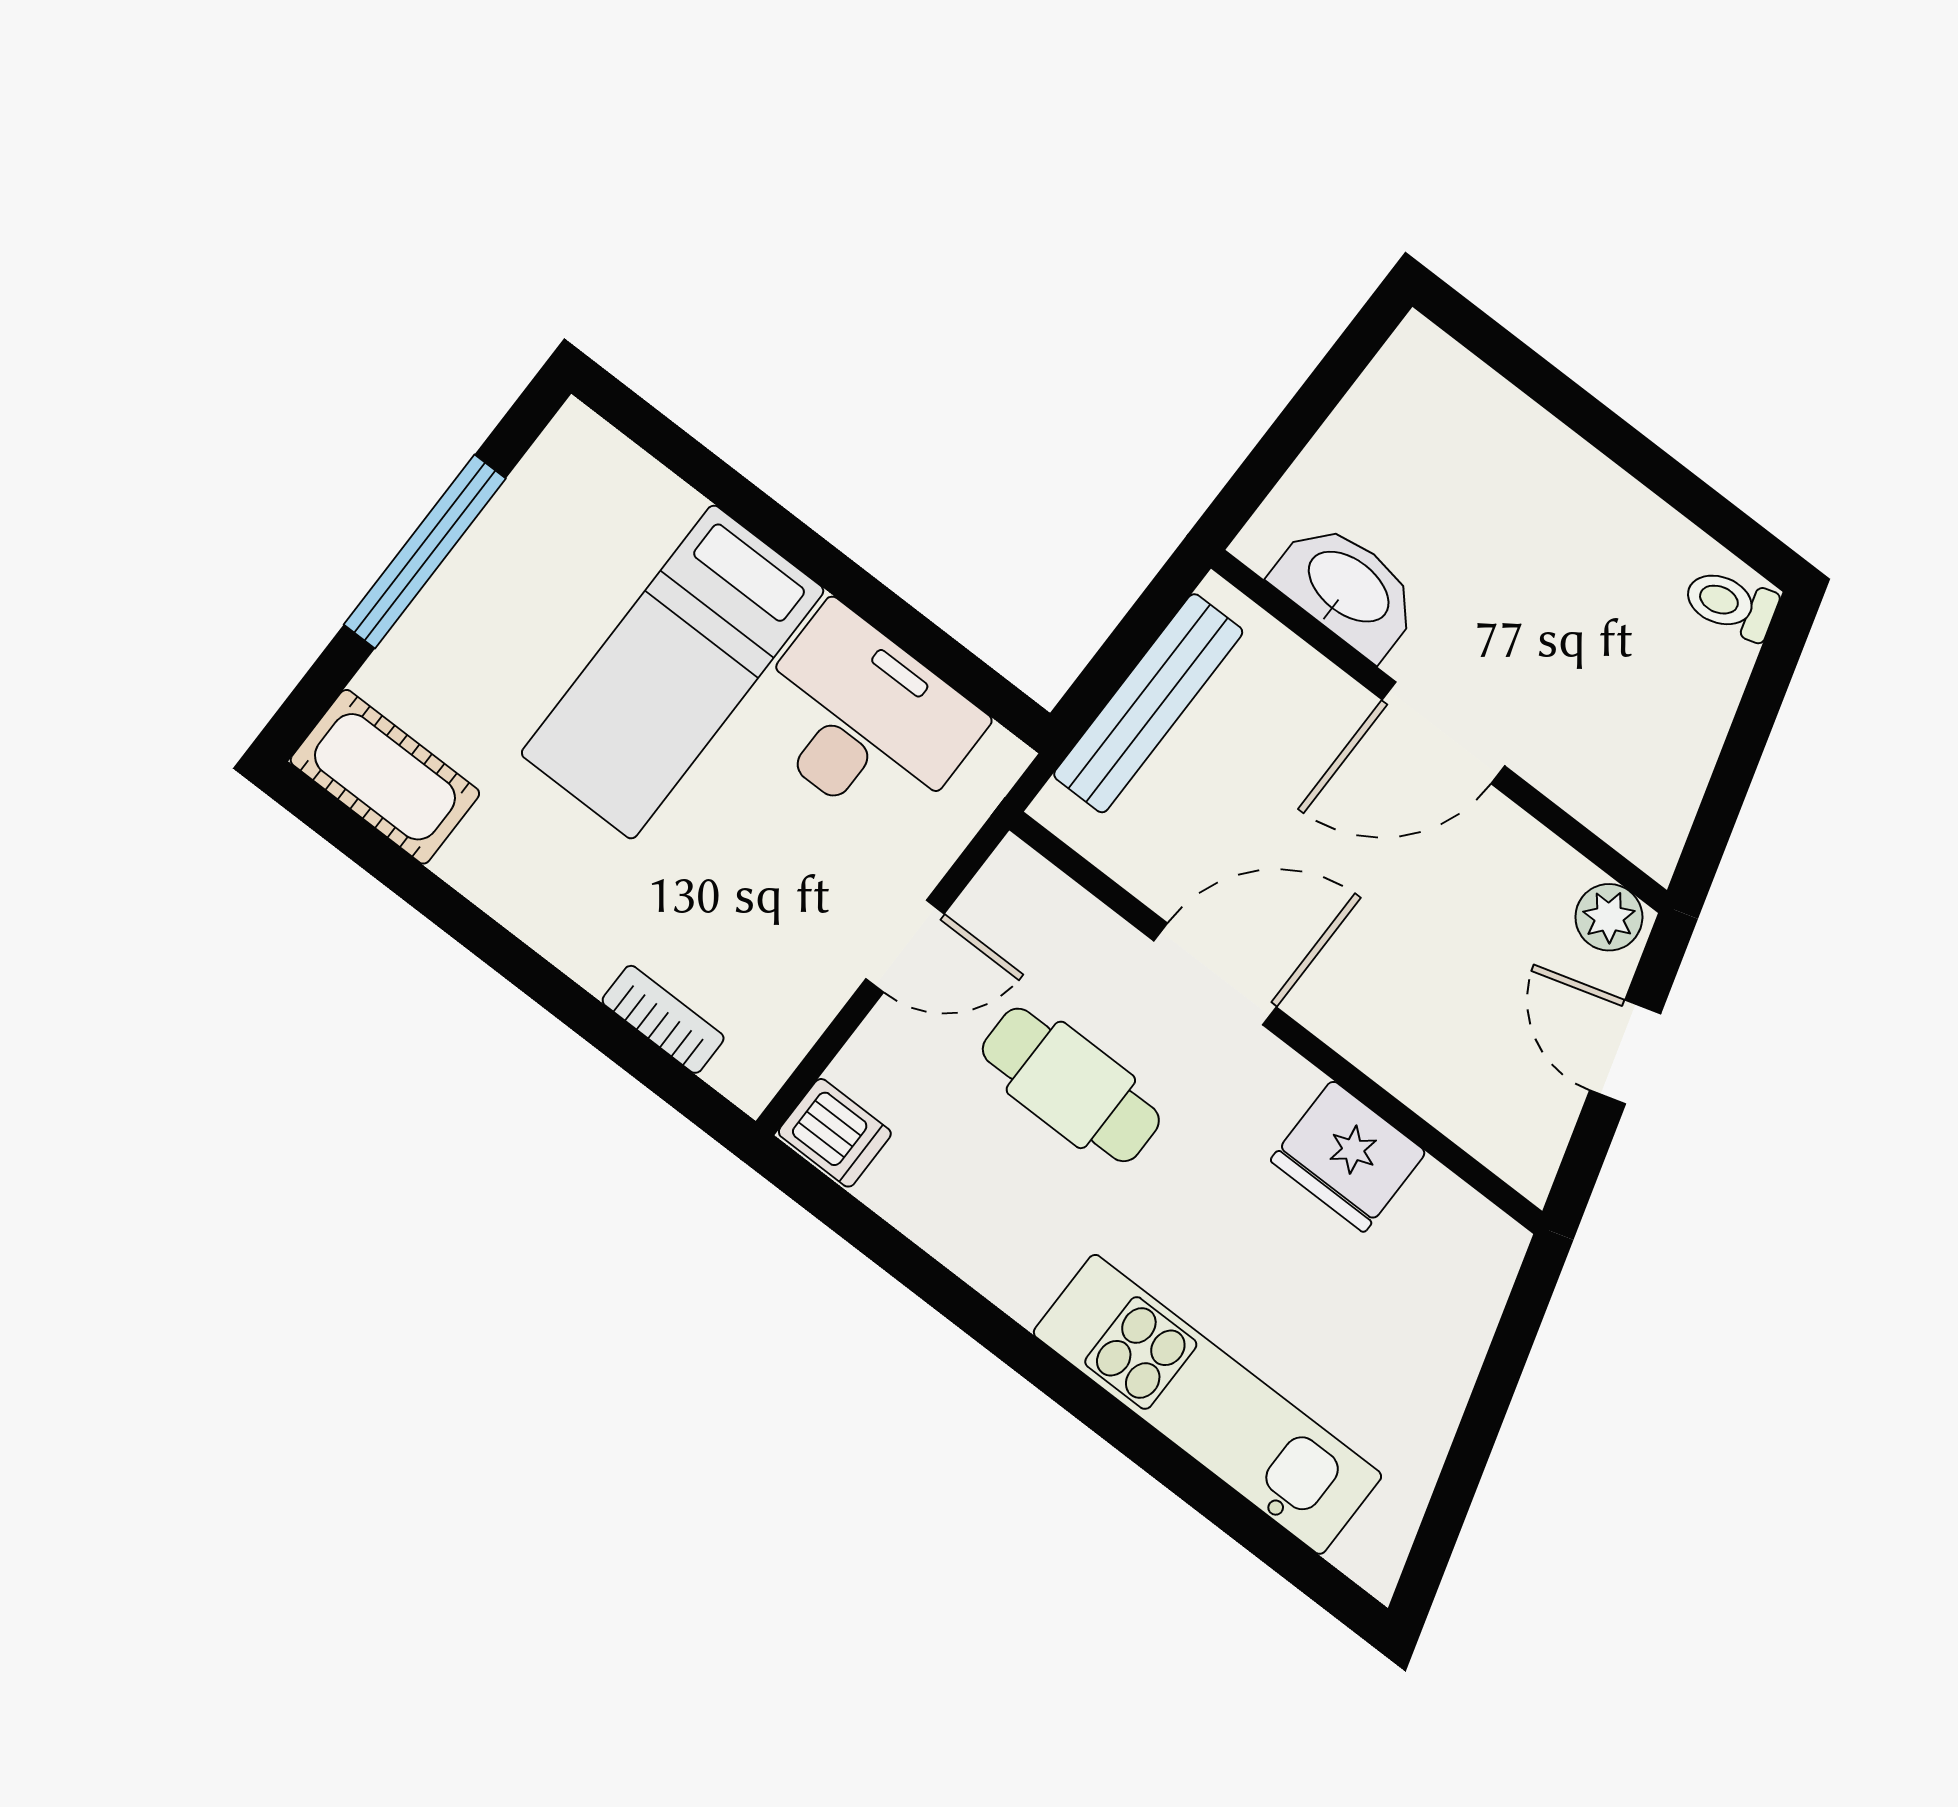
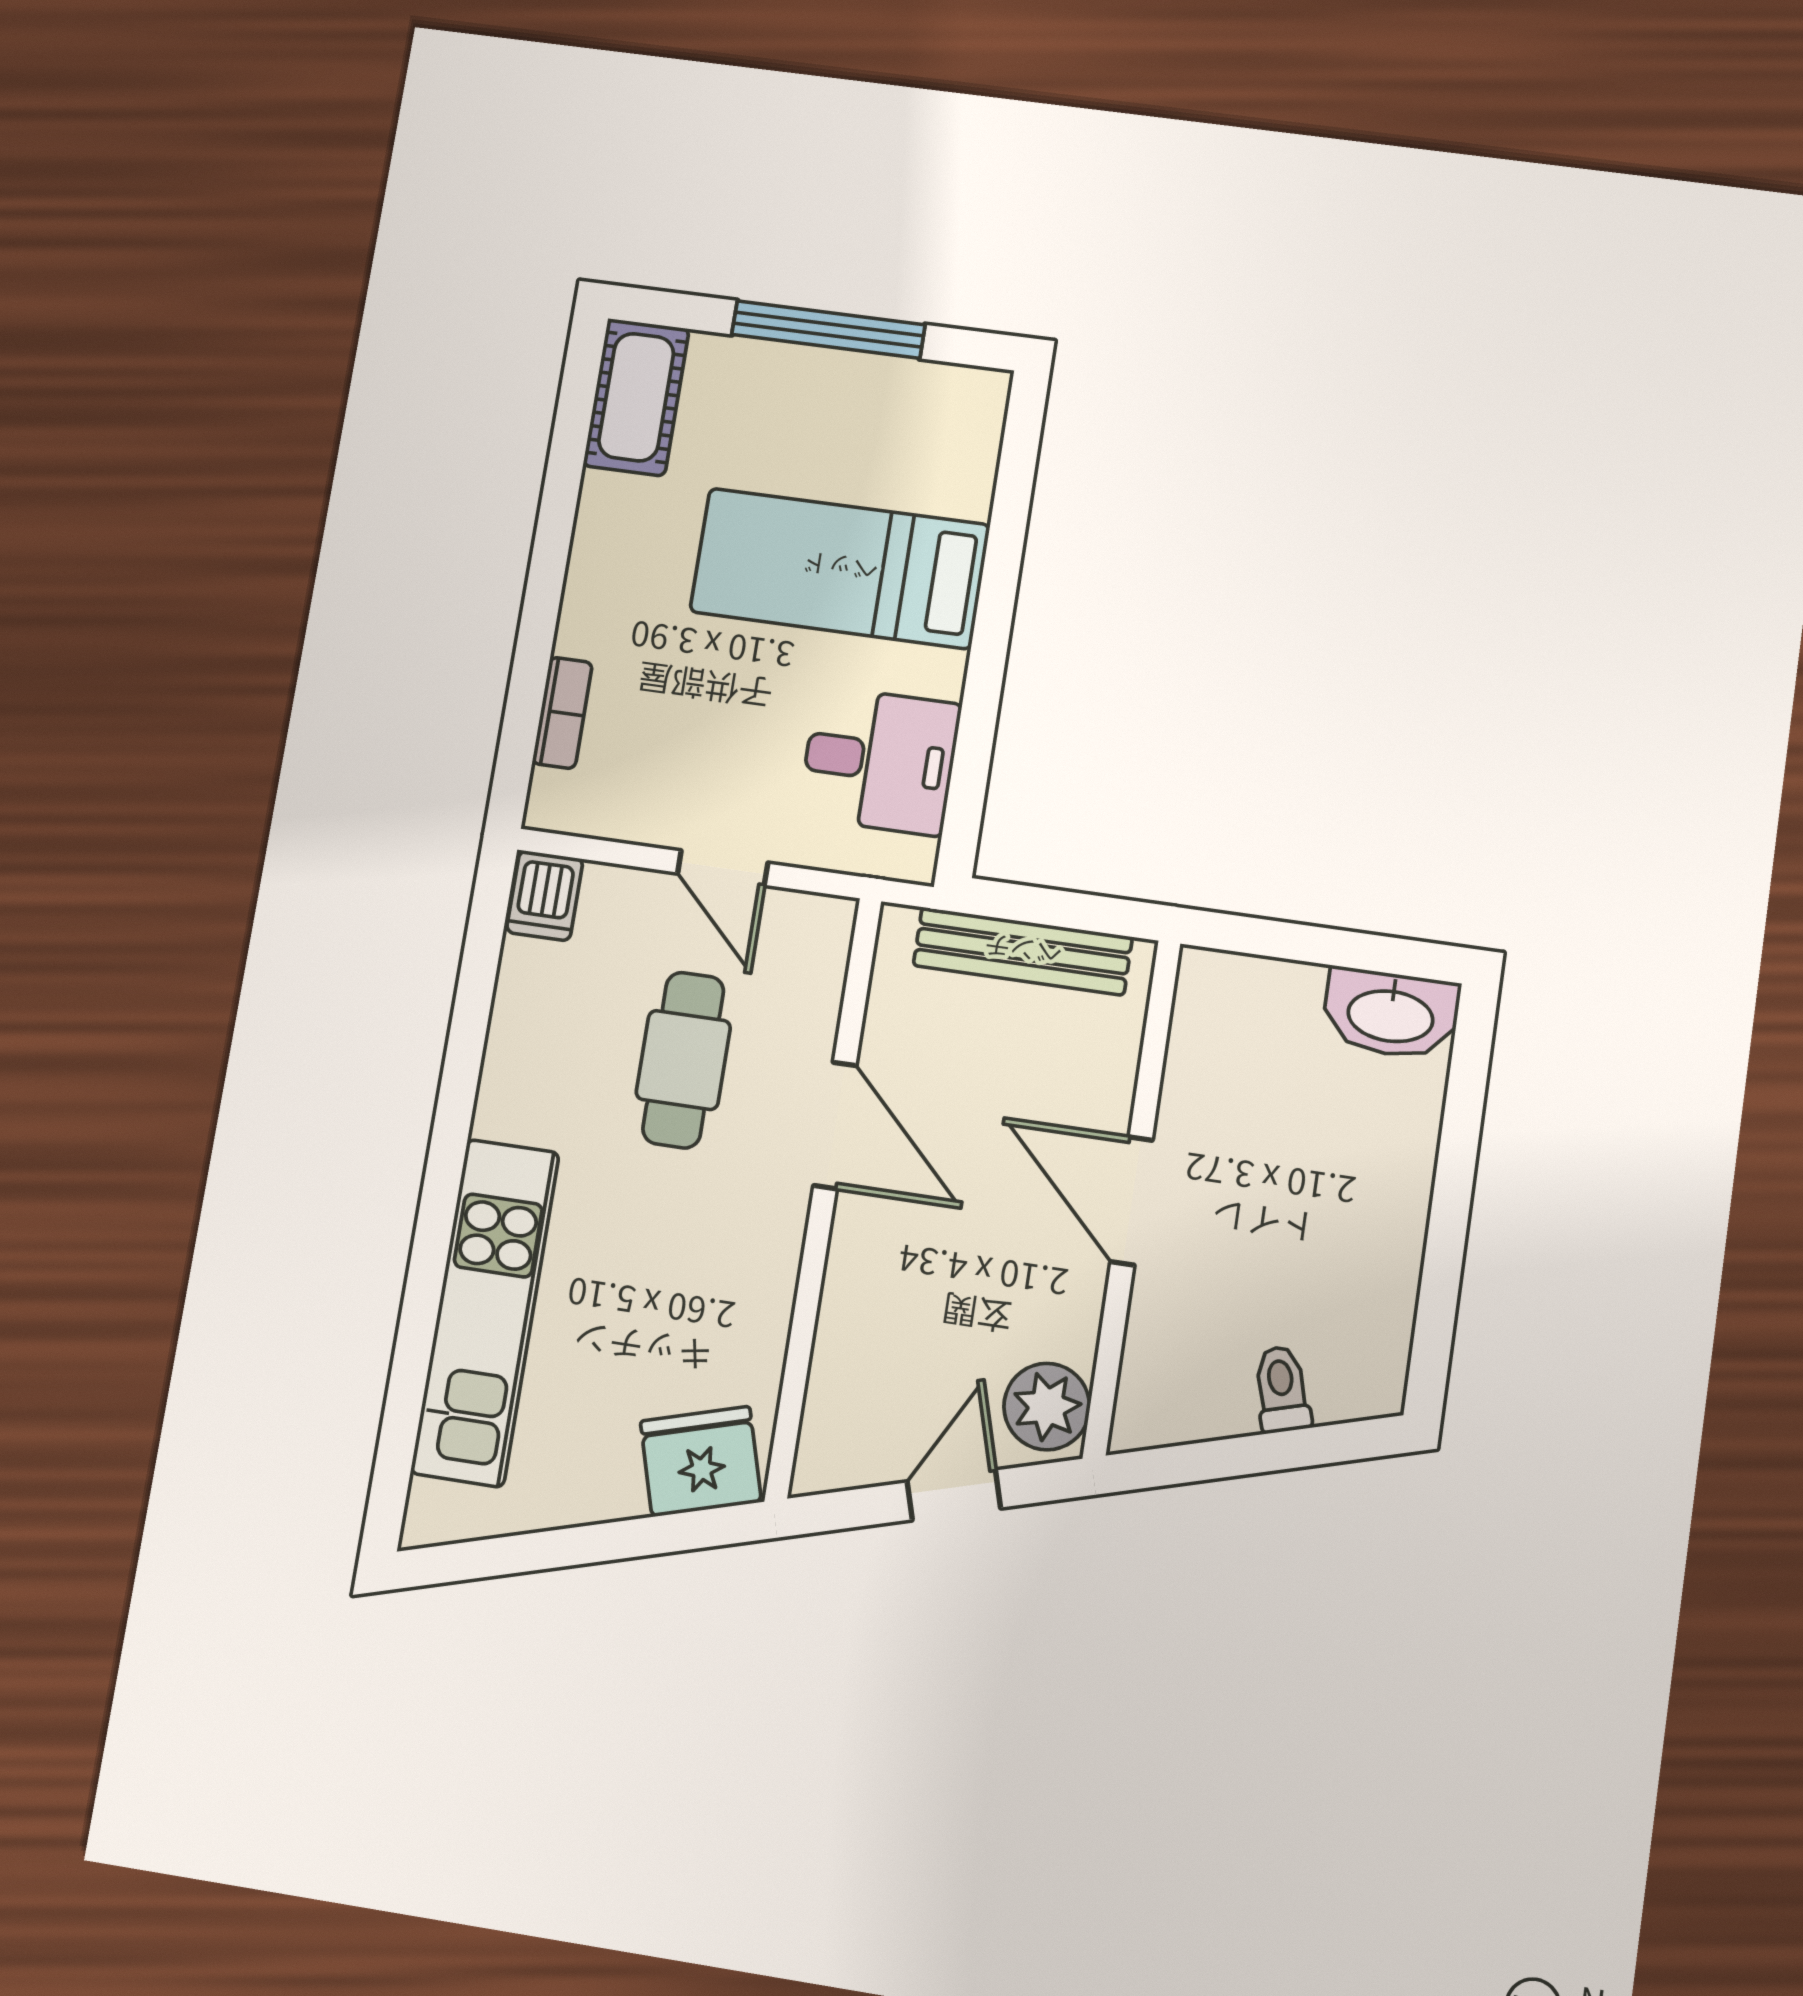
washbasin: (1347, 589) -> (1391, 1014), moved, turned 90
toilet: (1731, 604) -> (1282, 1389), moved
desk: (863, 721) -> (880, 761), width x0.73
plant: (1609, 917) -> (1047, 1407), width x1.38, depth x1.38
fridge: (1348, 1156) -> (701, 1462), moved, turned 74

